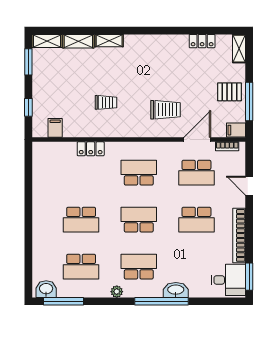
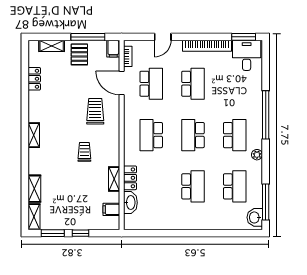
shelving: (109, 41) -> (34, 135), moved
shelving: (239, 49) -> (52, 46), moved
trolley: (106, 102) -> (84, 152), moved
window: (28, 107) -> (80, 233), moved
shelving: (89, 131) -> (114, 179), added
school desk: (139, 267) -> (235, 135), turned 180
washbasin: (176, 290) -> (130, 203), moved, turned 180

